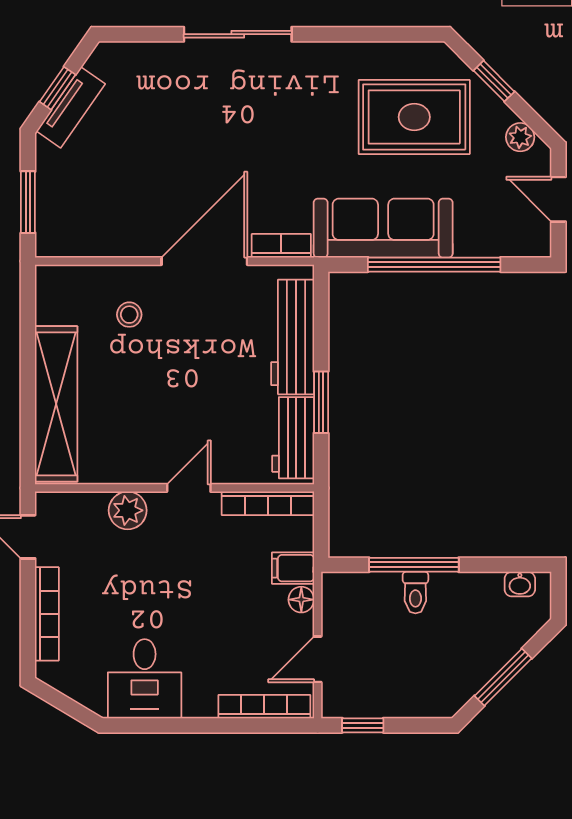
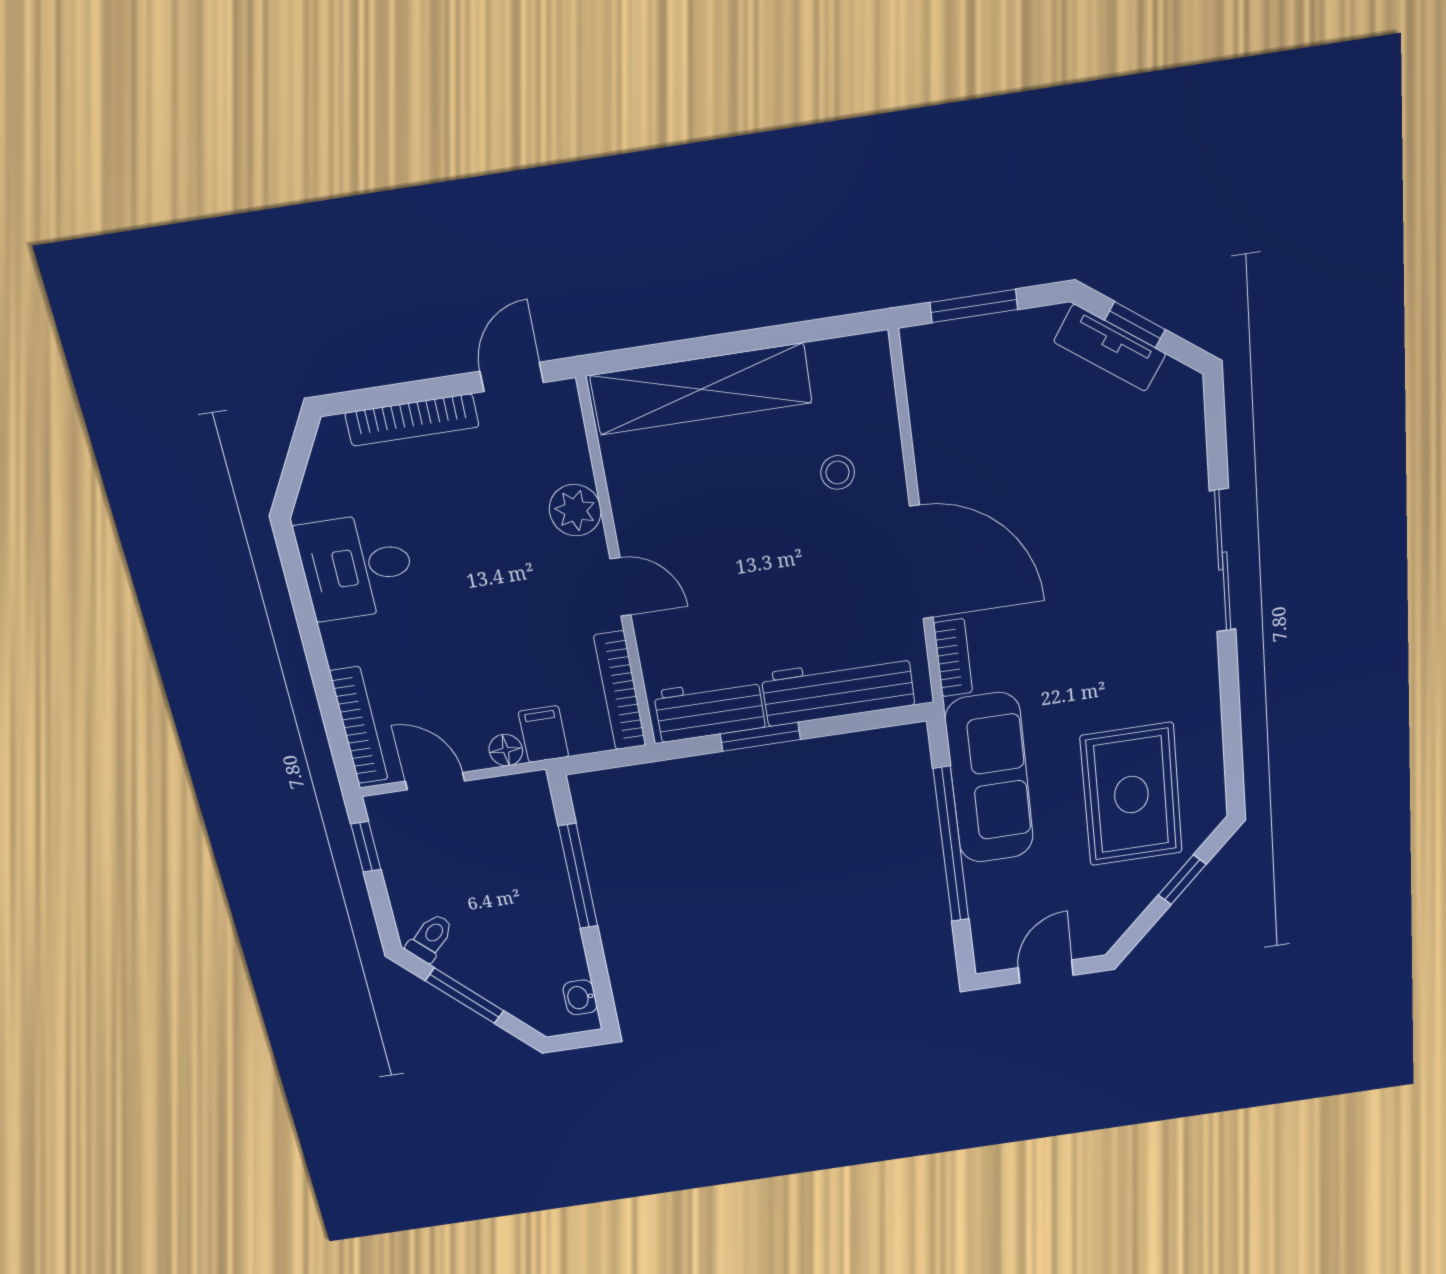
plant: (520, 137) -> (1116, 919), removed
toilet: (415, 593) -> (430, 938), moved, turned 135

